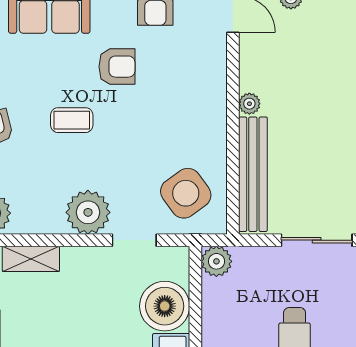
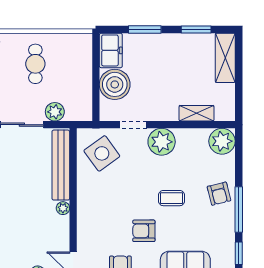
plant: (216, 261) -> (55, 112), moved

